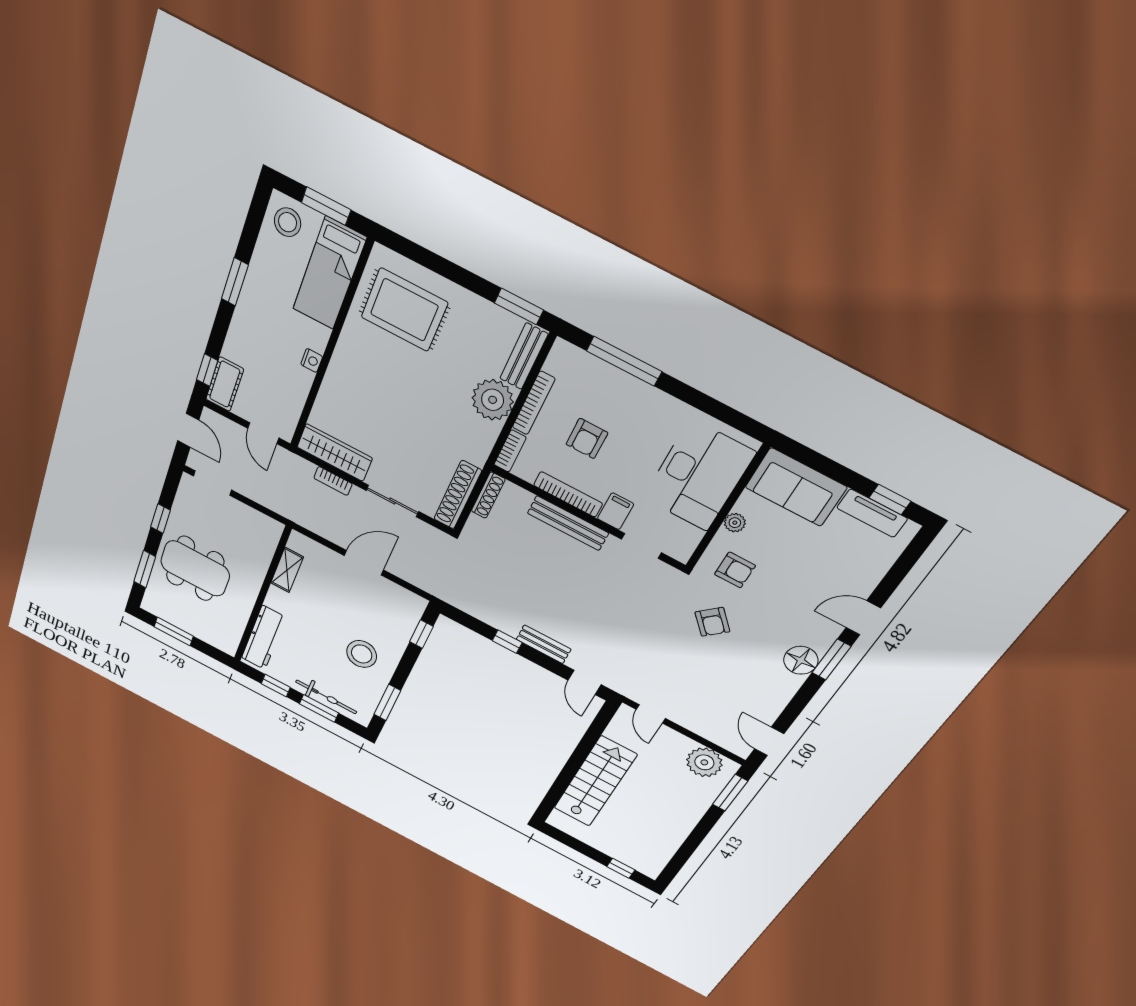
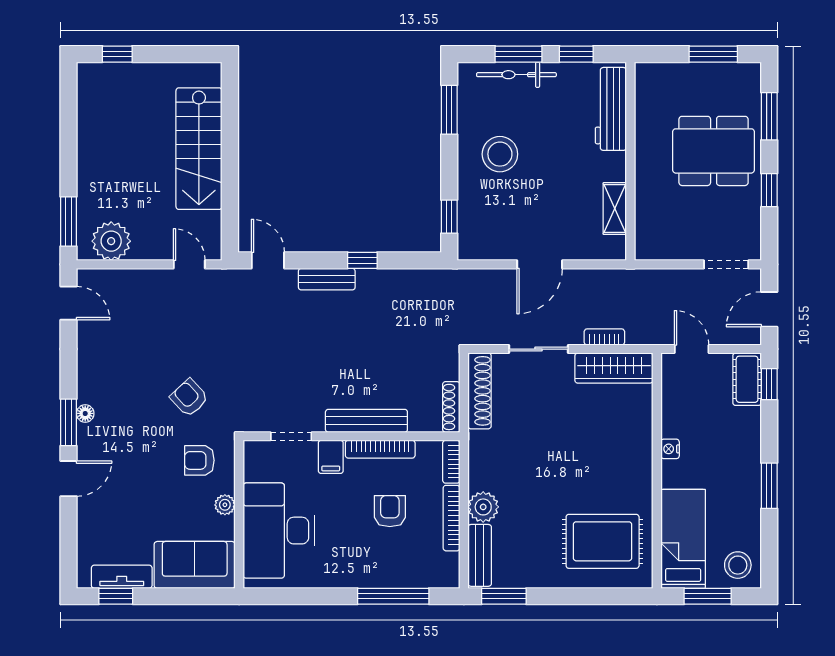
plant: (493, 400) -> (483, 507), width x0.73, depth x0.73
door: (188, 430) -> (769, 309), hinge flipped
floor lamp: (801, 660) -> (85, 413), width x0.53, depth x0.53

